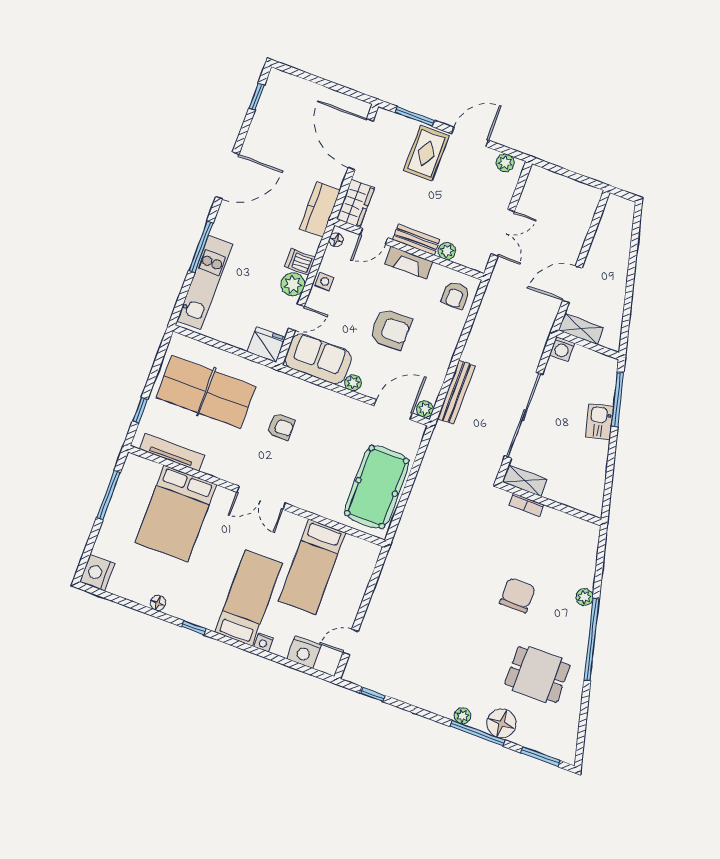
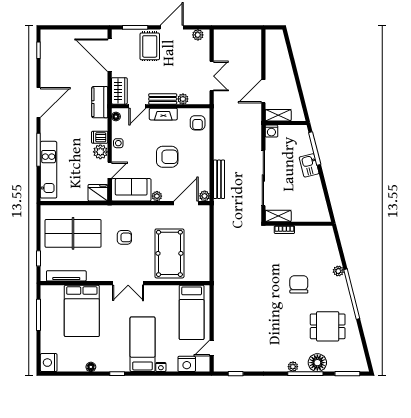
pool table: (377, 487) -> (169, 253), moved
bed: (312, 567) -> (192, 312), moved

